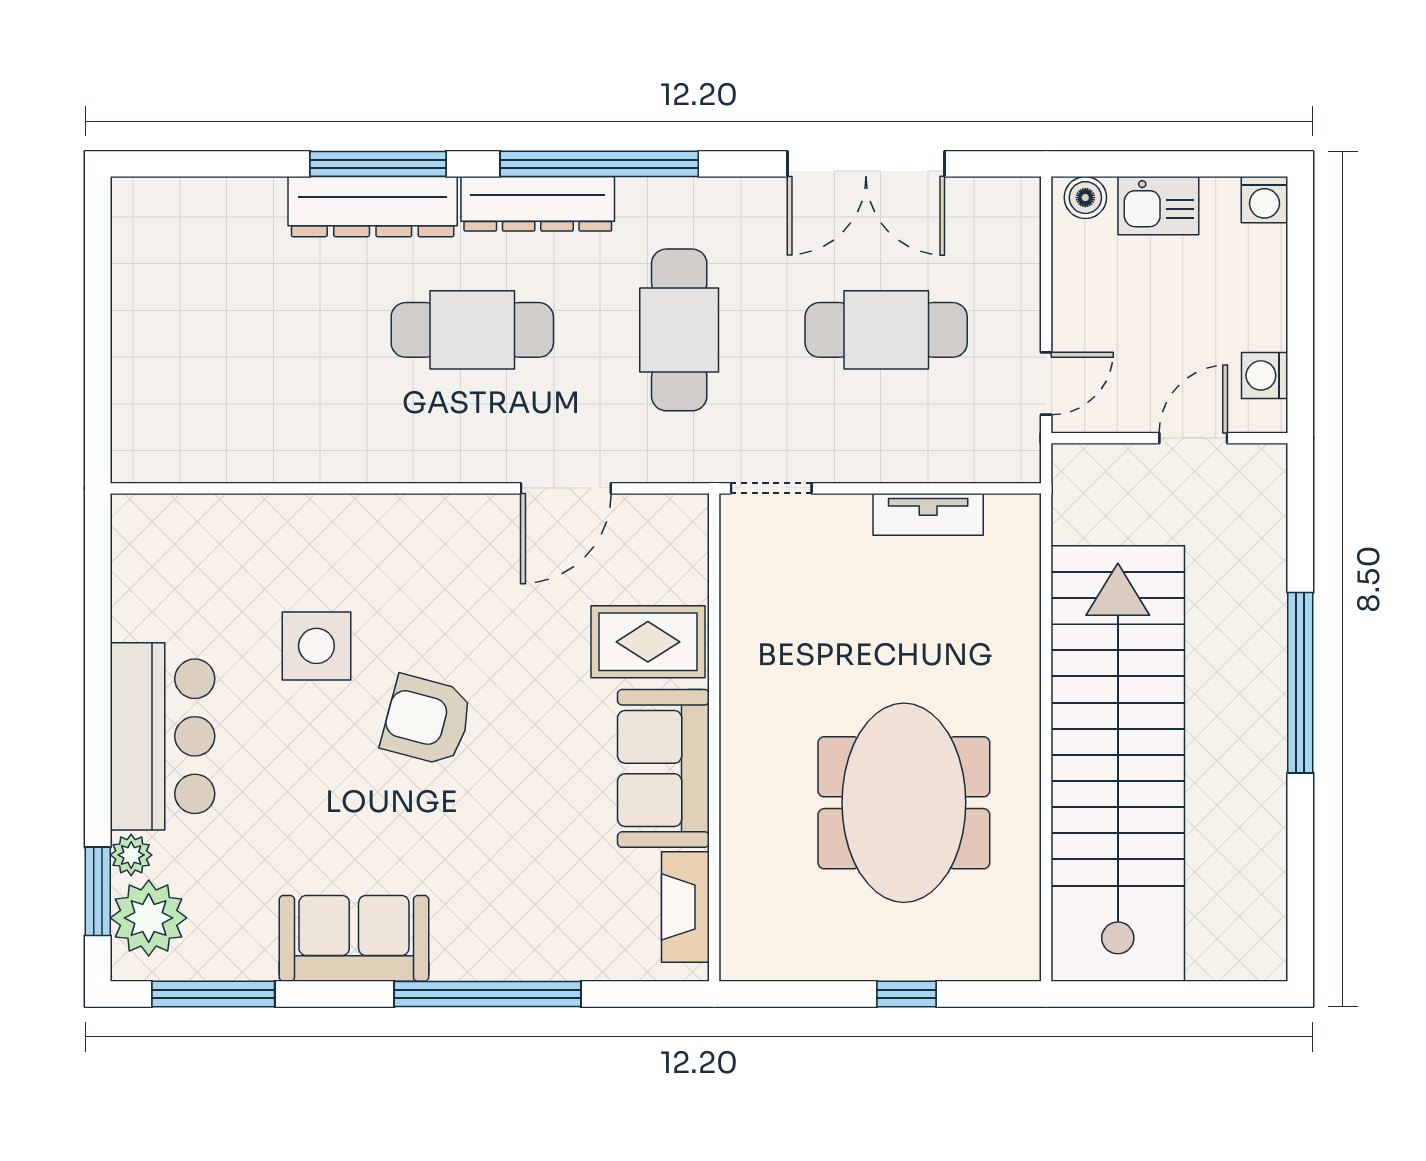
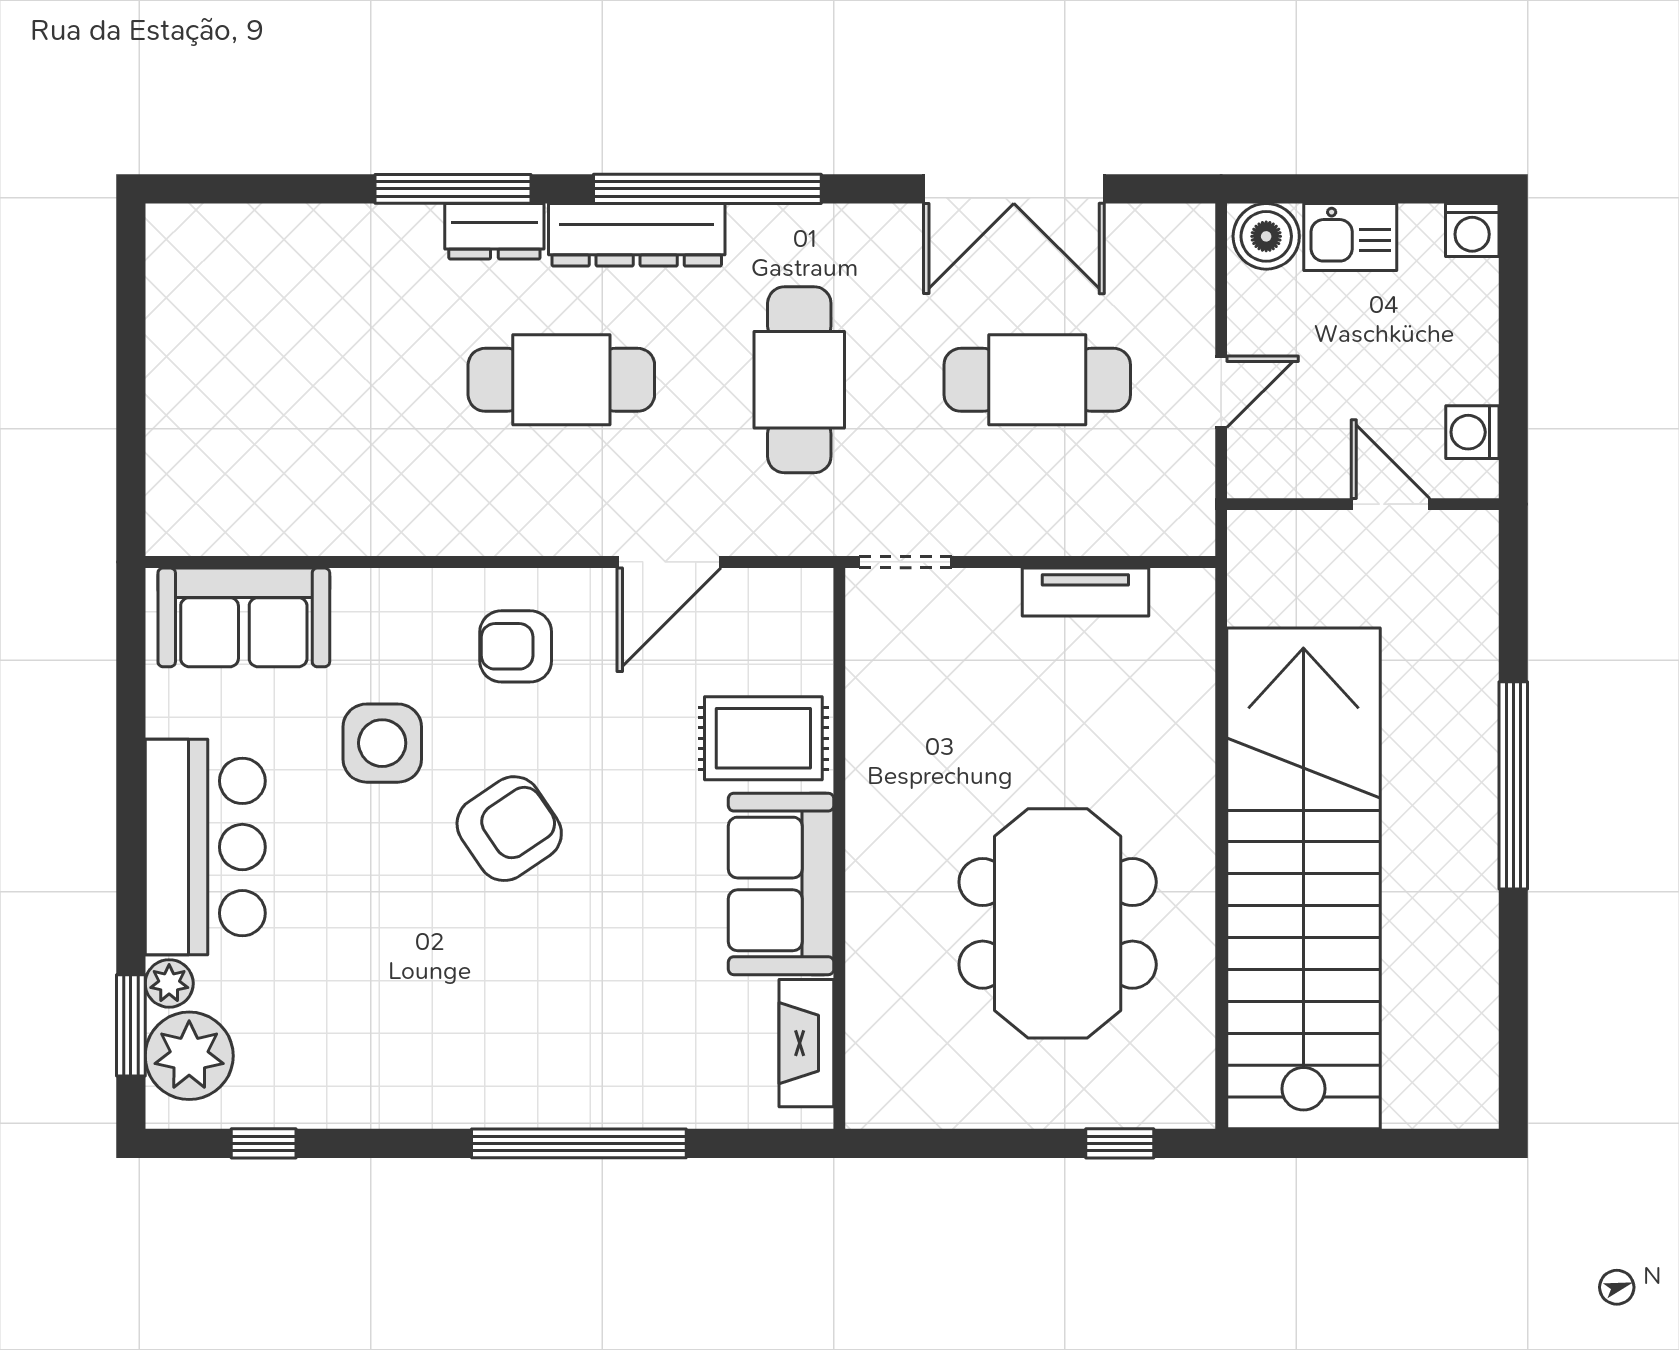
boiler: (1085, 198) -> (1266, 236), width x1.36, depth x1.36
dresser: (373, 207) -> (494, 231), width x0.51, depth x0.80
door: (1046, 384) -> (1221, 392), moved
door: (1193, 438) -> (1390, 504), hinge flipped
armchair: (433, 562) -> (516, 646), added
armchair: (427, 720) -> (509, 829), turned 131
sofa: (354, 938) -> (244, 617), moved, turned 180
window: (213, 994) -> (264, 1143), width x0.46
window: (907, 994) -> (1120, 1143), moved

